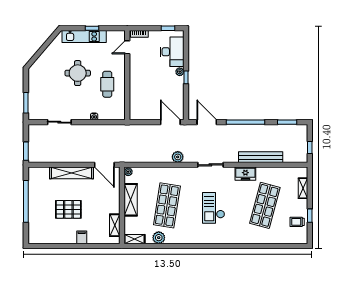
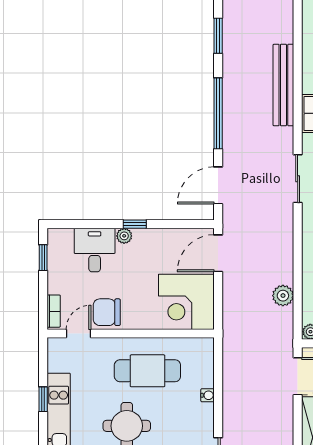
door: (127, 47) -> (79, 334), swing flipped
desk: (172, 52) -> (95, 250), width x0.73
chair: (139, 62) -> (107, 312), added
cafe table: (107, 84) -> (147, 371), width x1.37, depth x1.35
corner desk: (144, 105) -> (186, 302), added
plant: (178, 157) -> (283, 296), moved

